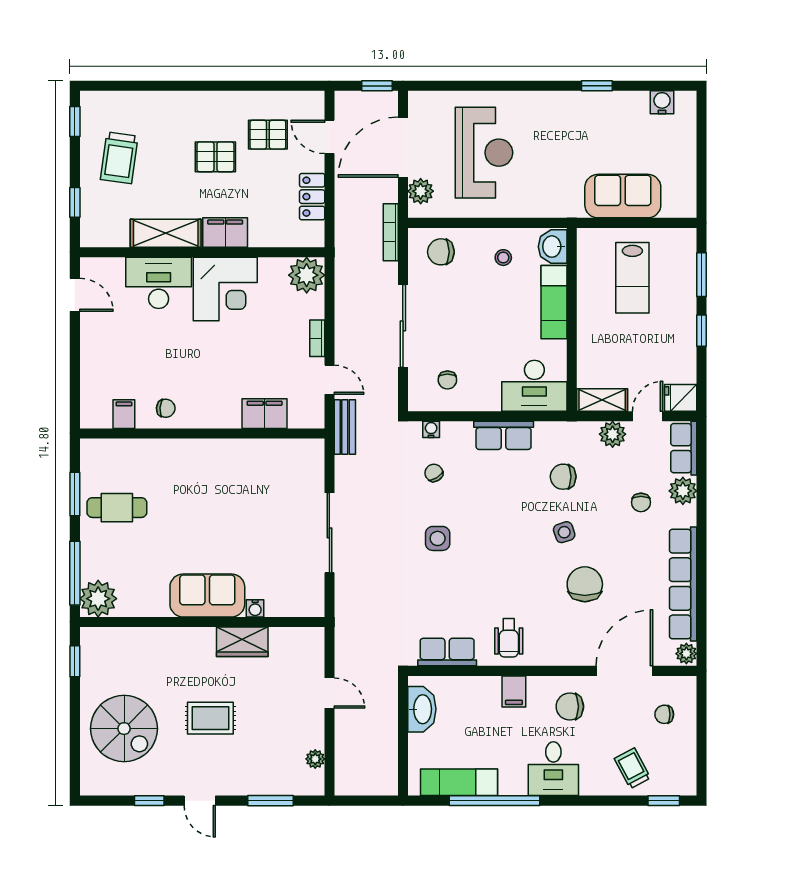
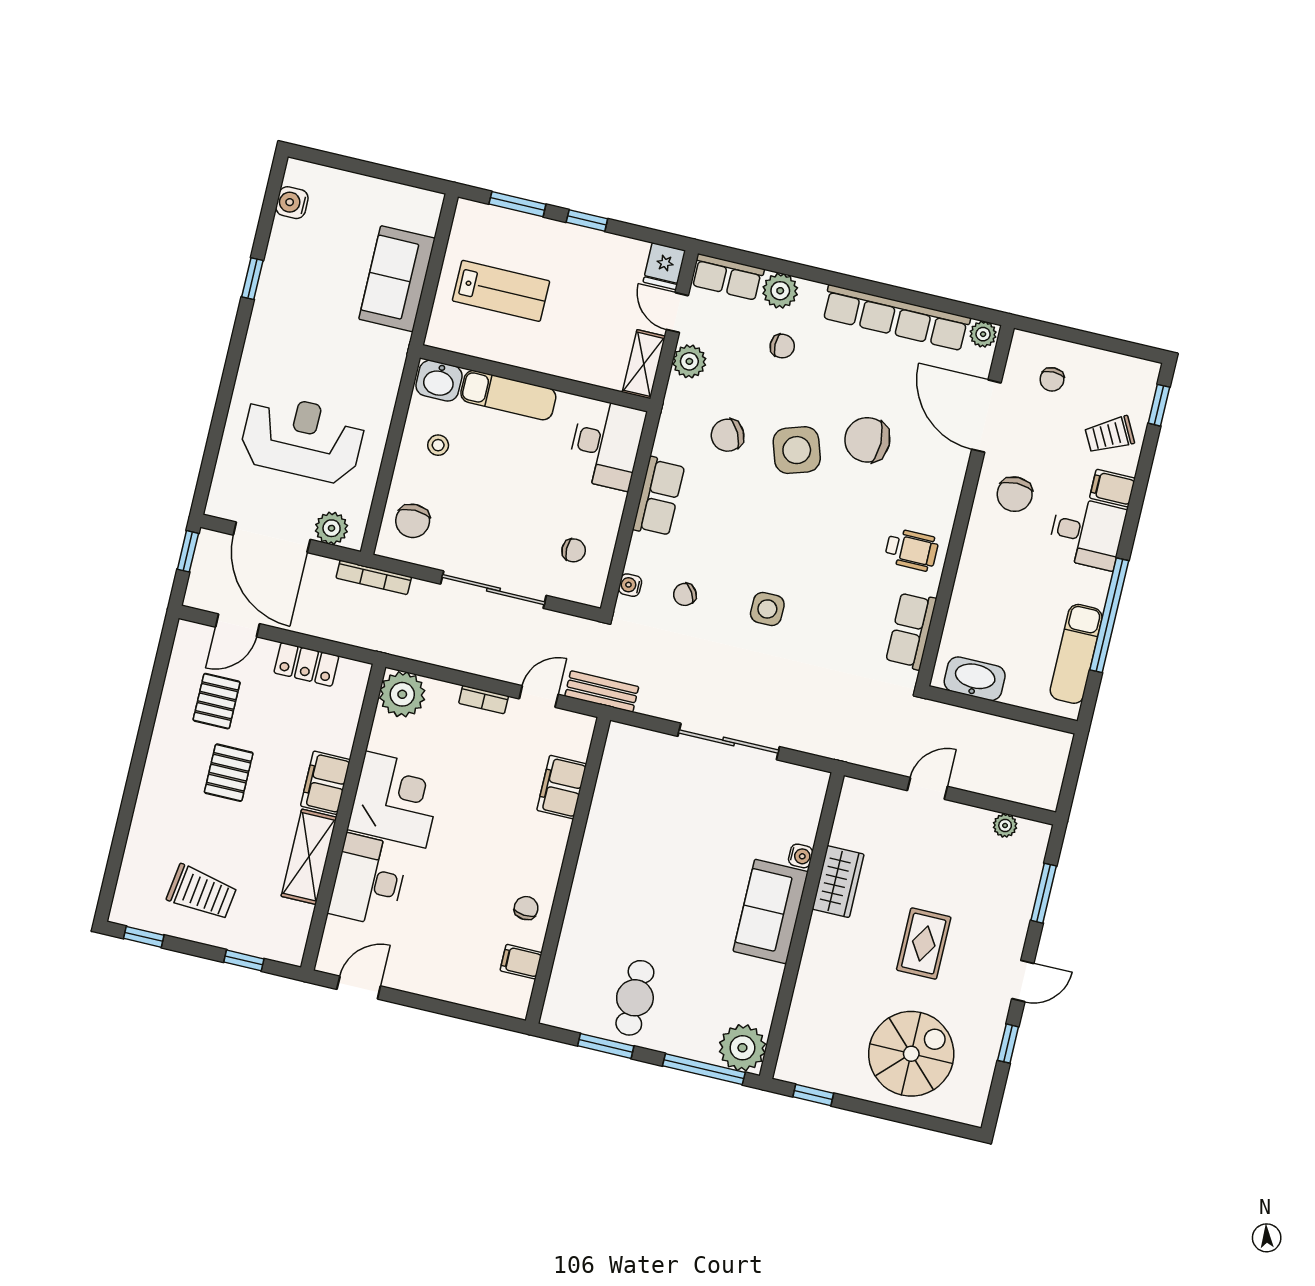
chair: (563, 477) -> (728, 435), turned 62
side table: (564, 532) -> (797, 450), width x1.87, depth x1.87
filing cabinet: (514, 691) -> (1112, 488), moved, turned 180

